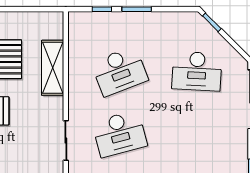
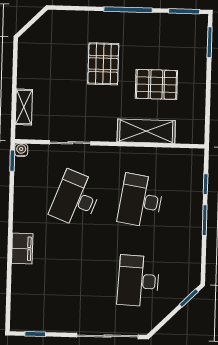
desk: (120, 71) -> (141, 201), turned 30
desk: (120, 134) -> (76, 199), turned 36

